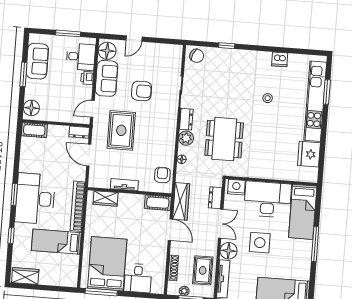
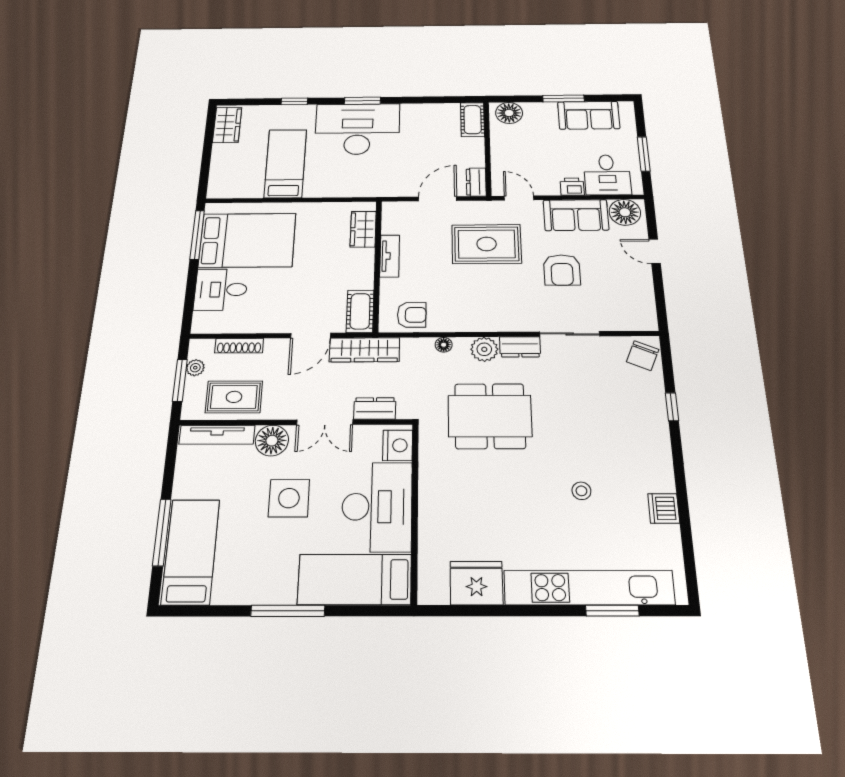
bookcase: (78, 206) -> (347, 189), removed

